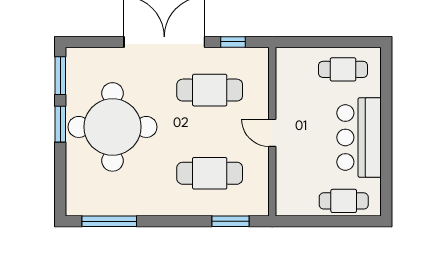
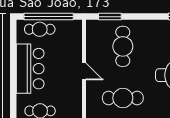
cafe table: (210, 173) -> (123, 46), turned 90
window: (329, 221) -> (49, 17), added

